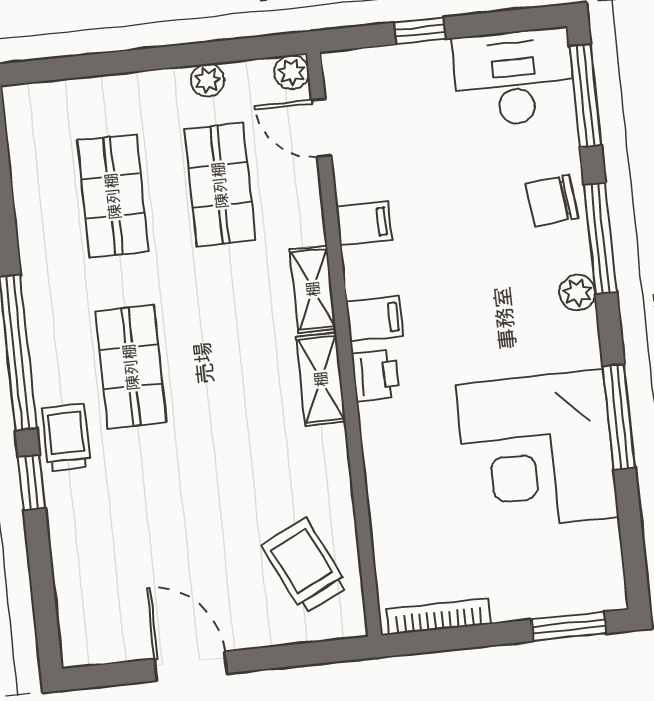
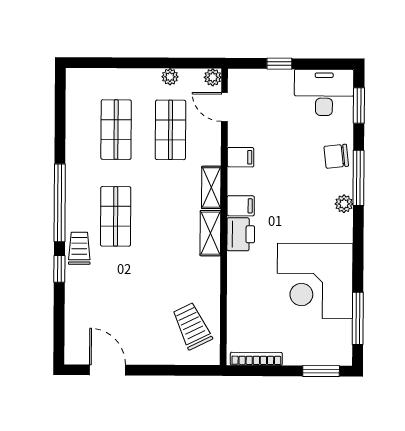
window: (585, 96) -> (359, 105), width x0.69
printer: (376, 375) -> (241, 234), width x1.36, depth x1.24
window: (619, 417) -> (358, 318), moved
door: (191, 666) -> (107, 370), moved

